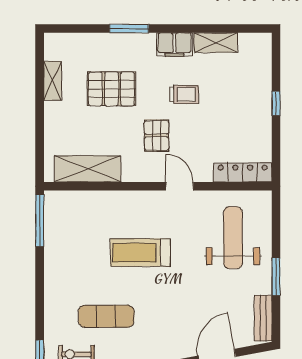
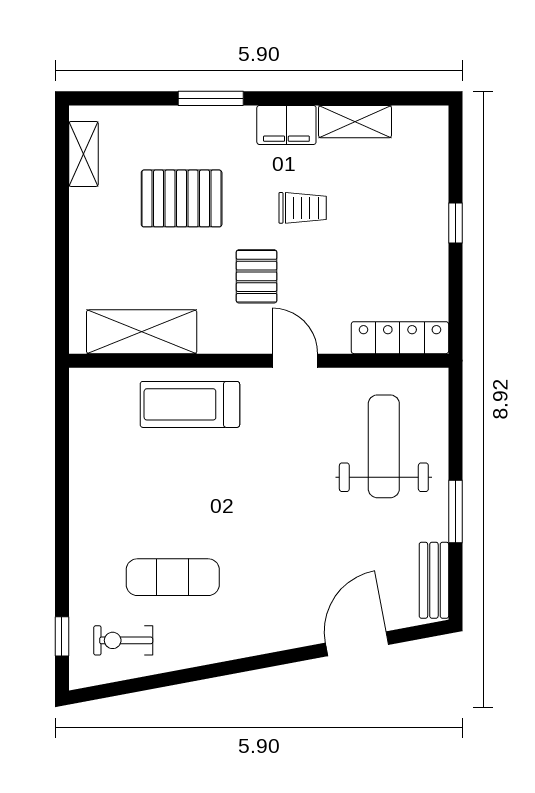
shelving: (53, 81) -> (84, 154), moved
window: (40, 220) -> (62, 418), removed
treadmill: (140, 253) -> (190, 404), moved

